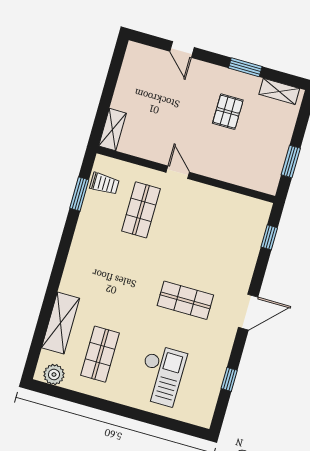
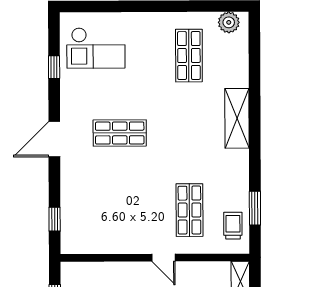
trolley: (104, 184) -> (233, 226), turned 90
shelving: (61, 323) -> (237, 118), moved
checkout: (161, 375) -> (96, 48), moved, turned -90

